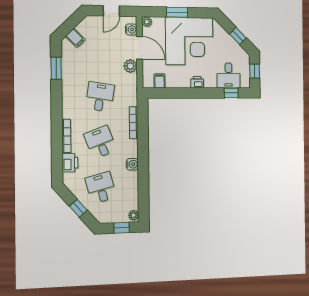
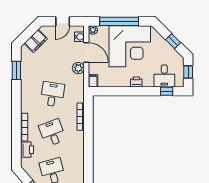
window: (177, 12) -> (119, 21), width x2.11
filing cabinet: (75, 38) -> (36, 41), width x2.00
filing cabinet: (159, 81) -> (93, 81), moved
water cooler: (132, 164) -> (79, 152), removed

